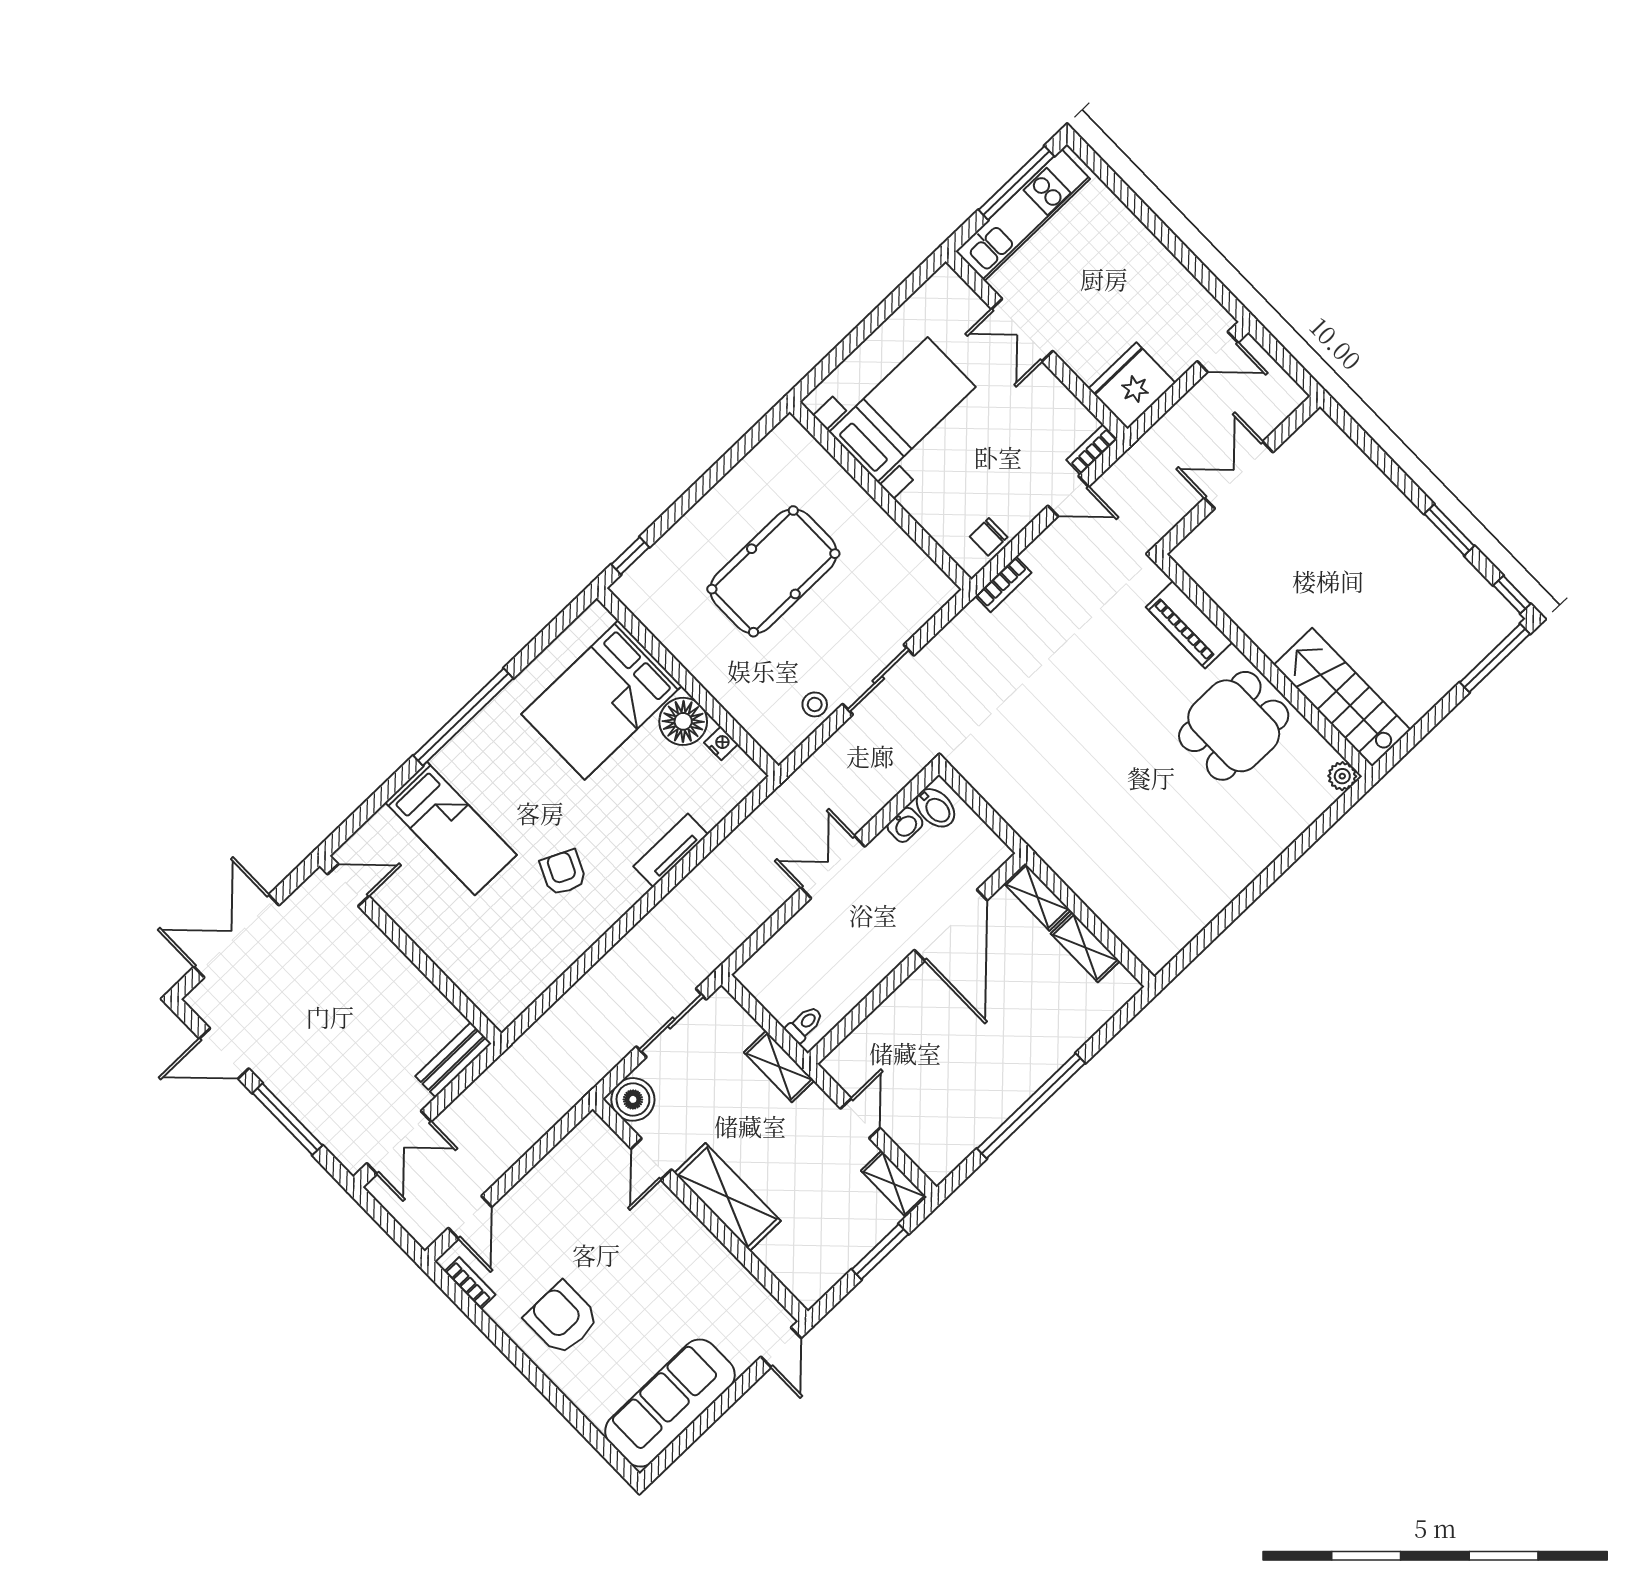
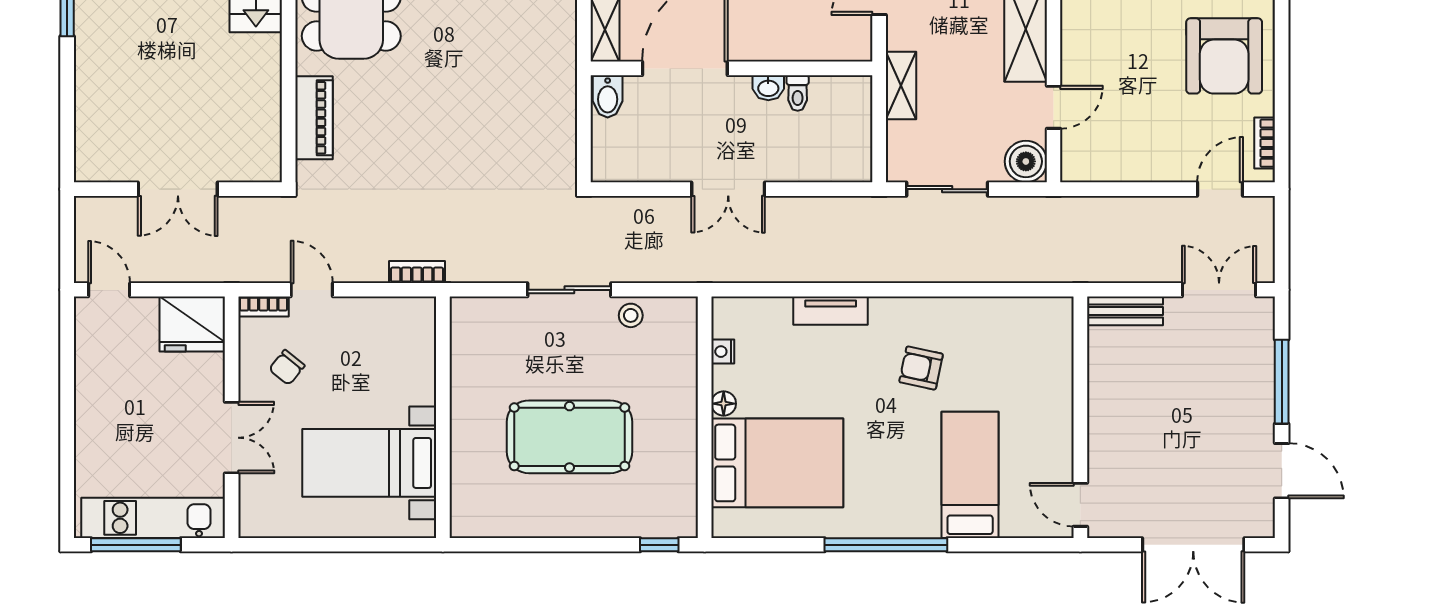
chair: (989, 537) -> (287, 367), moved, turned 129
floor lamp: (683, 721) -> (724, 404), width x0.53, depth x0.53
bidet: (935, 808) -> (608, 96), moved, turned 180
washbasin: (905, 825) -> (768, 88), moved, turned 180
armchair: (563, 873) -> (921, 368), turned 77
toilet: (805, 1024) -> (798, 93), moved, turned -90
armchair: (562, 1318) -> (1224, 56), width x1.36, depth x1.36

